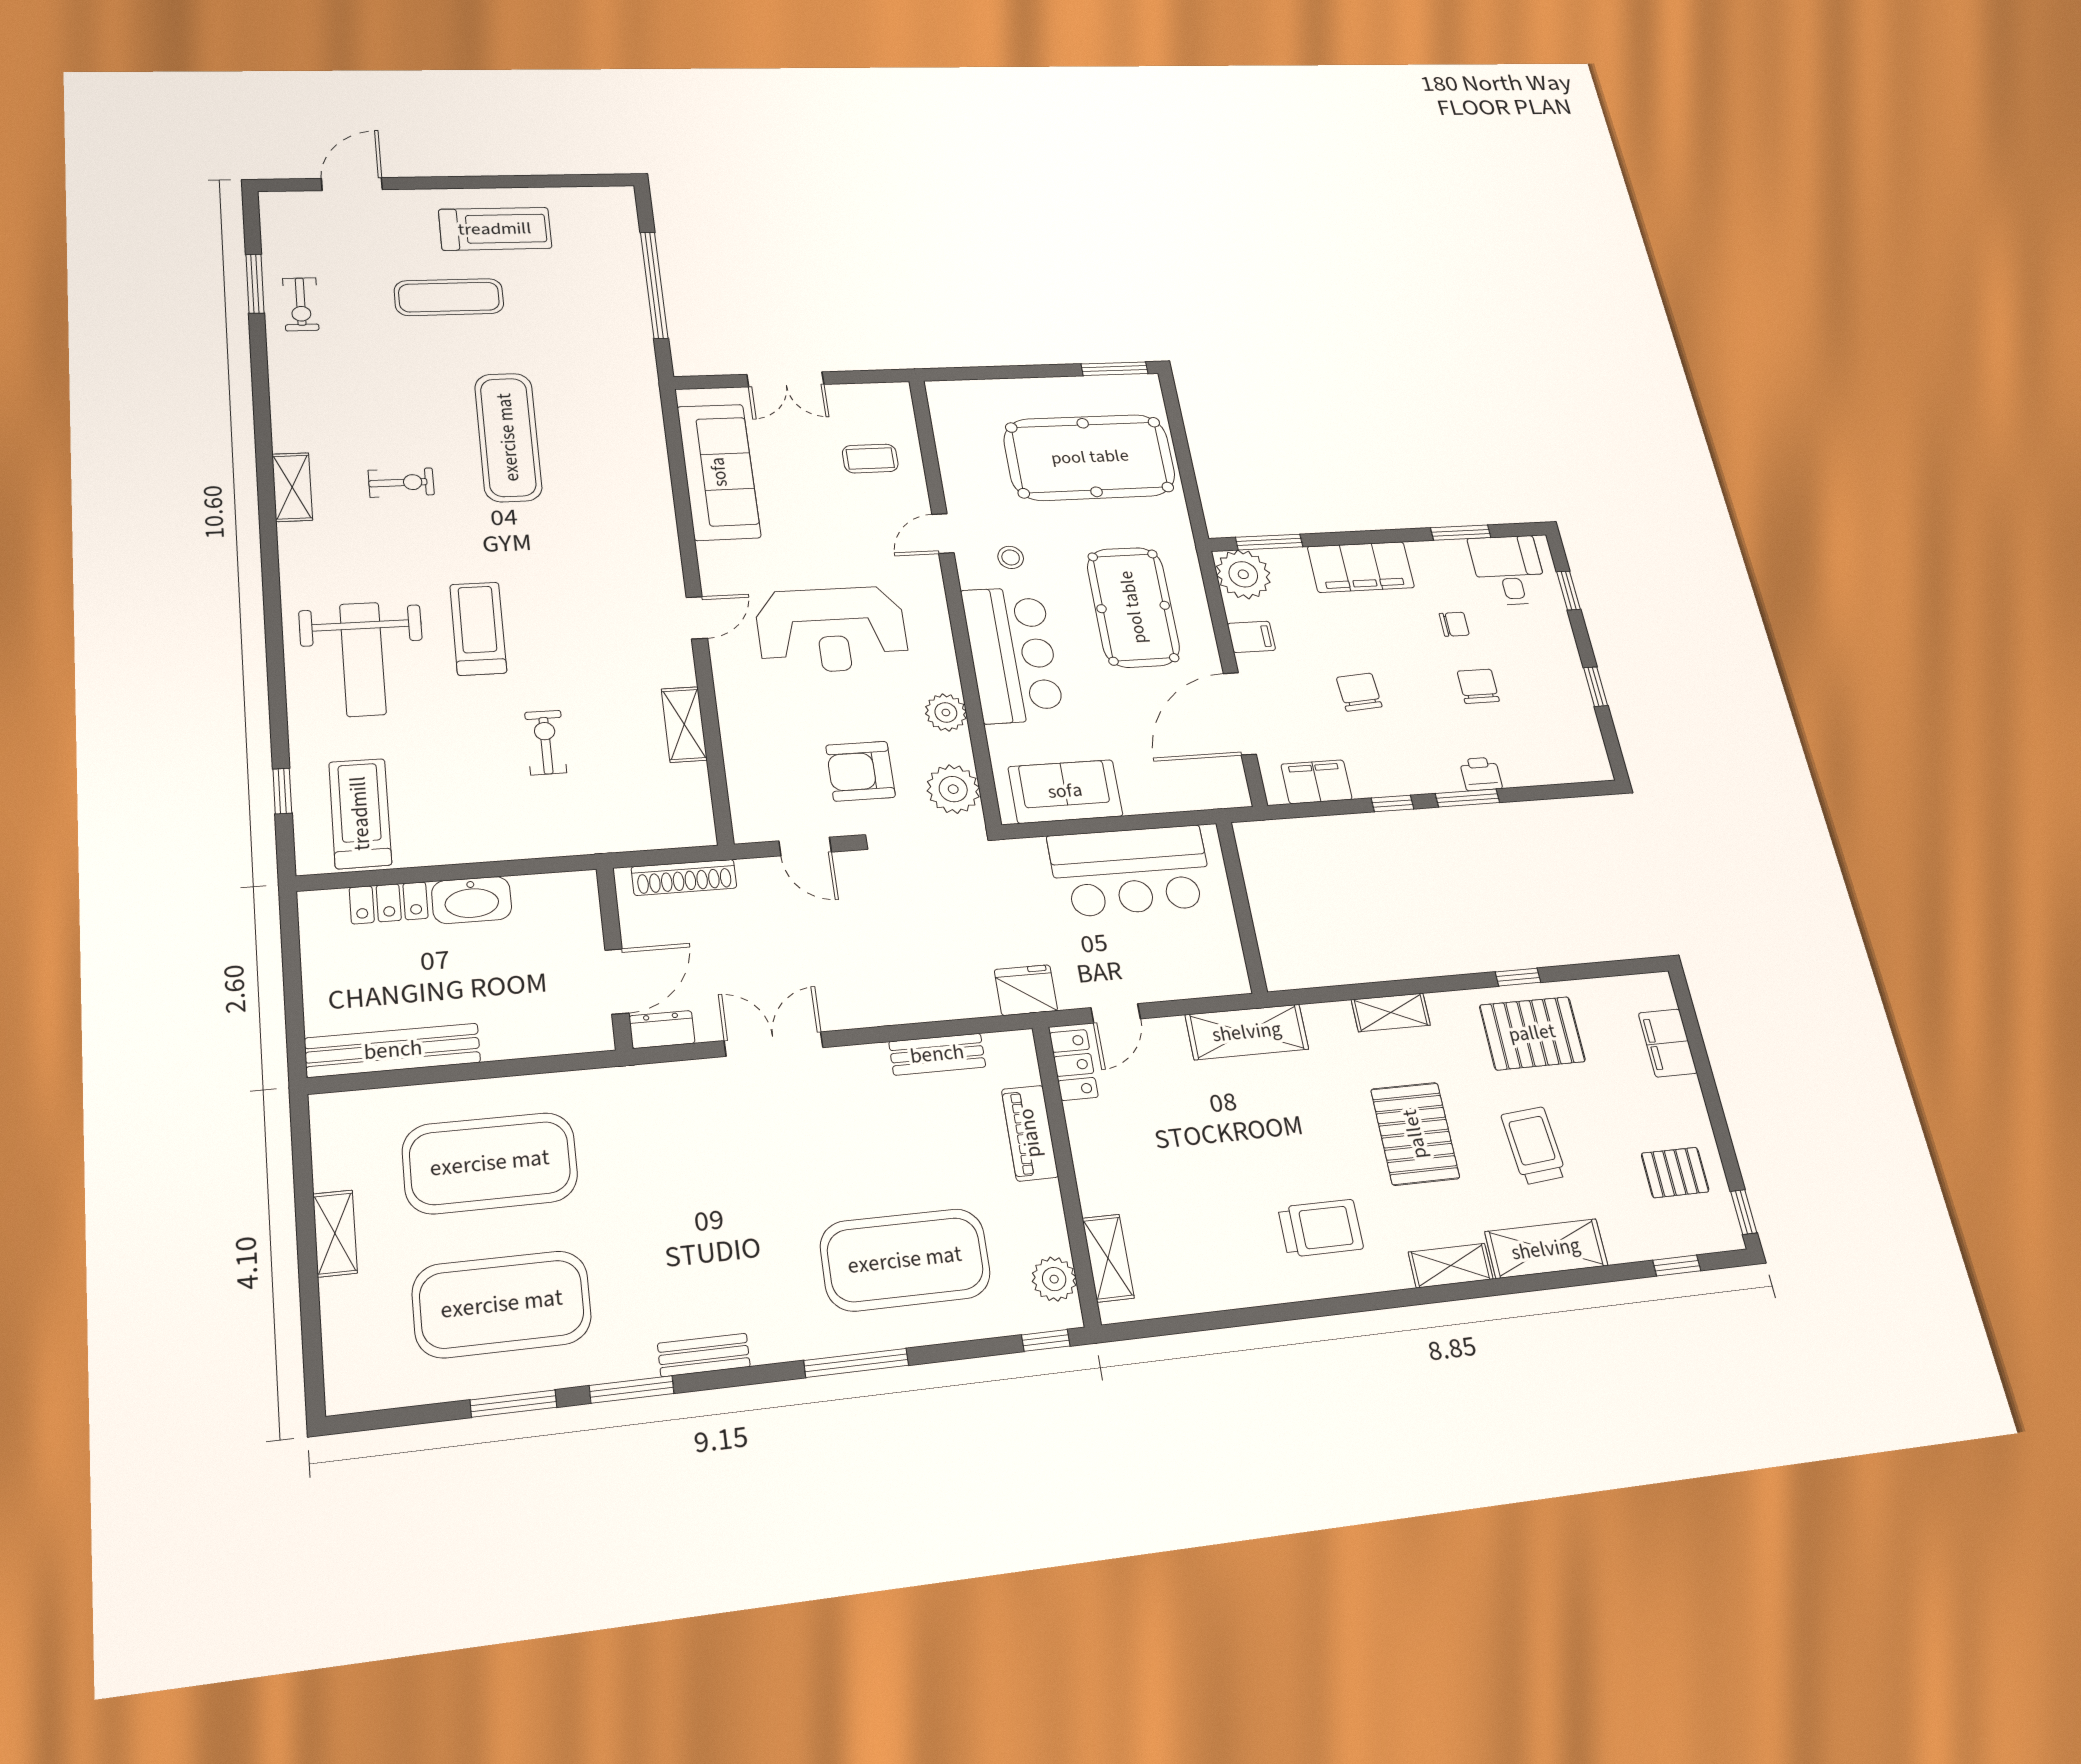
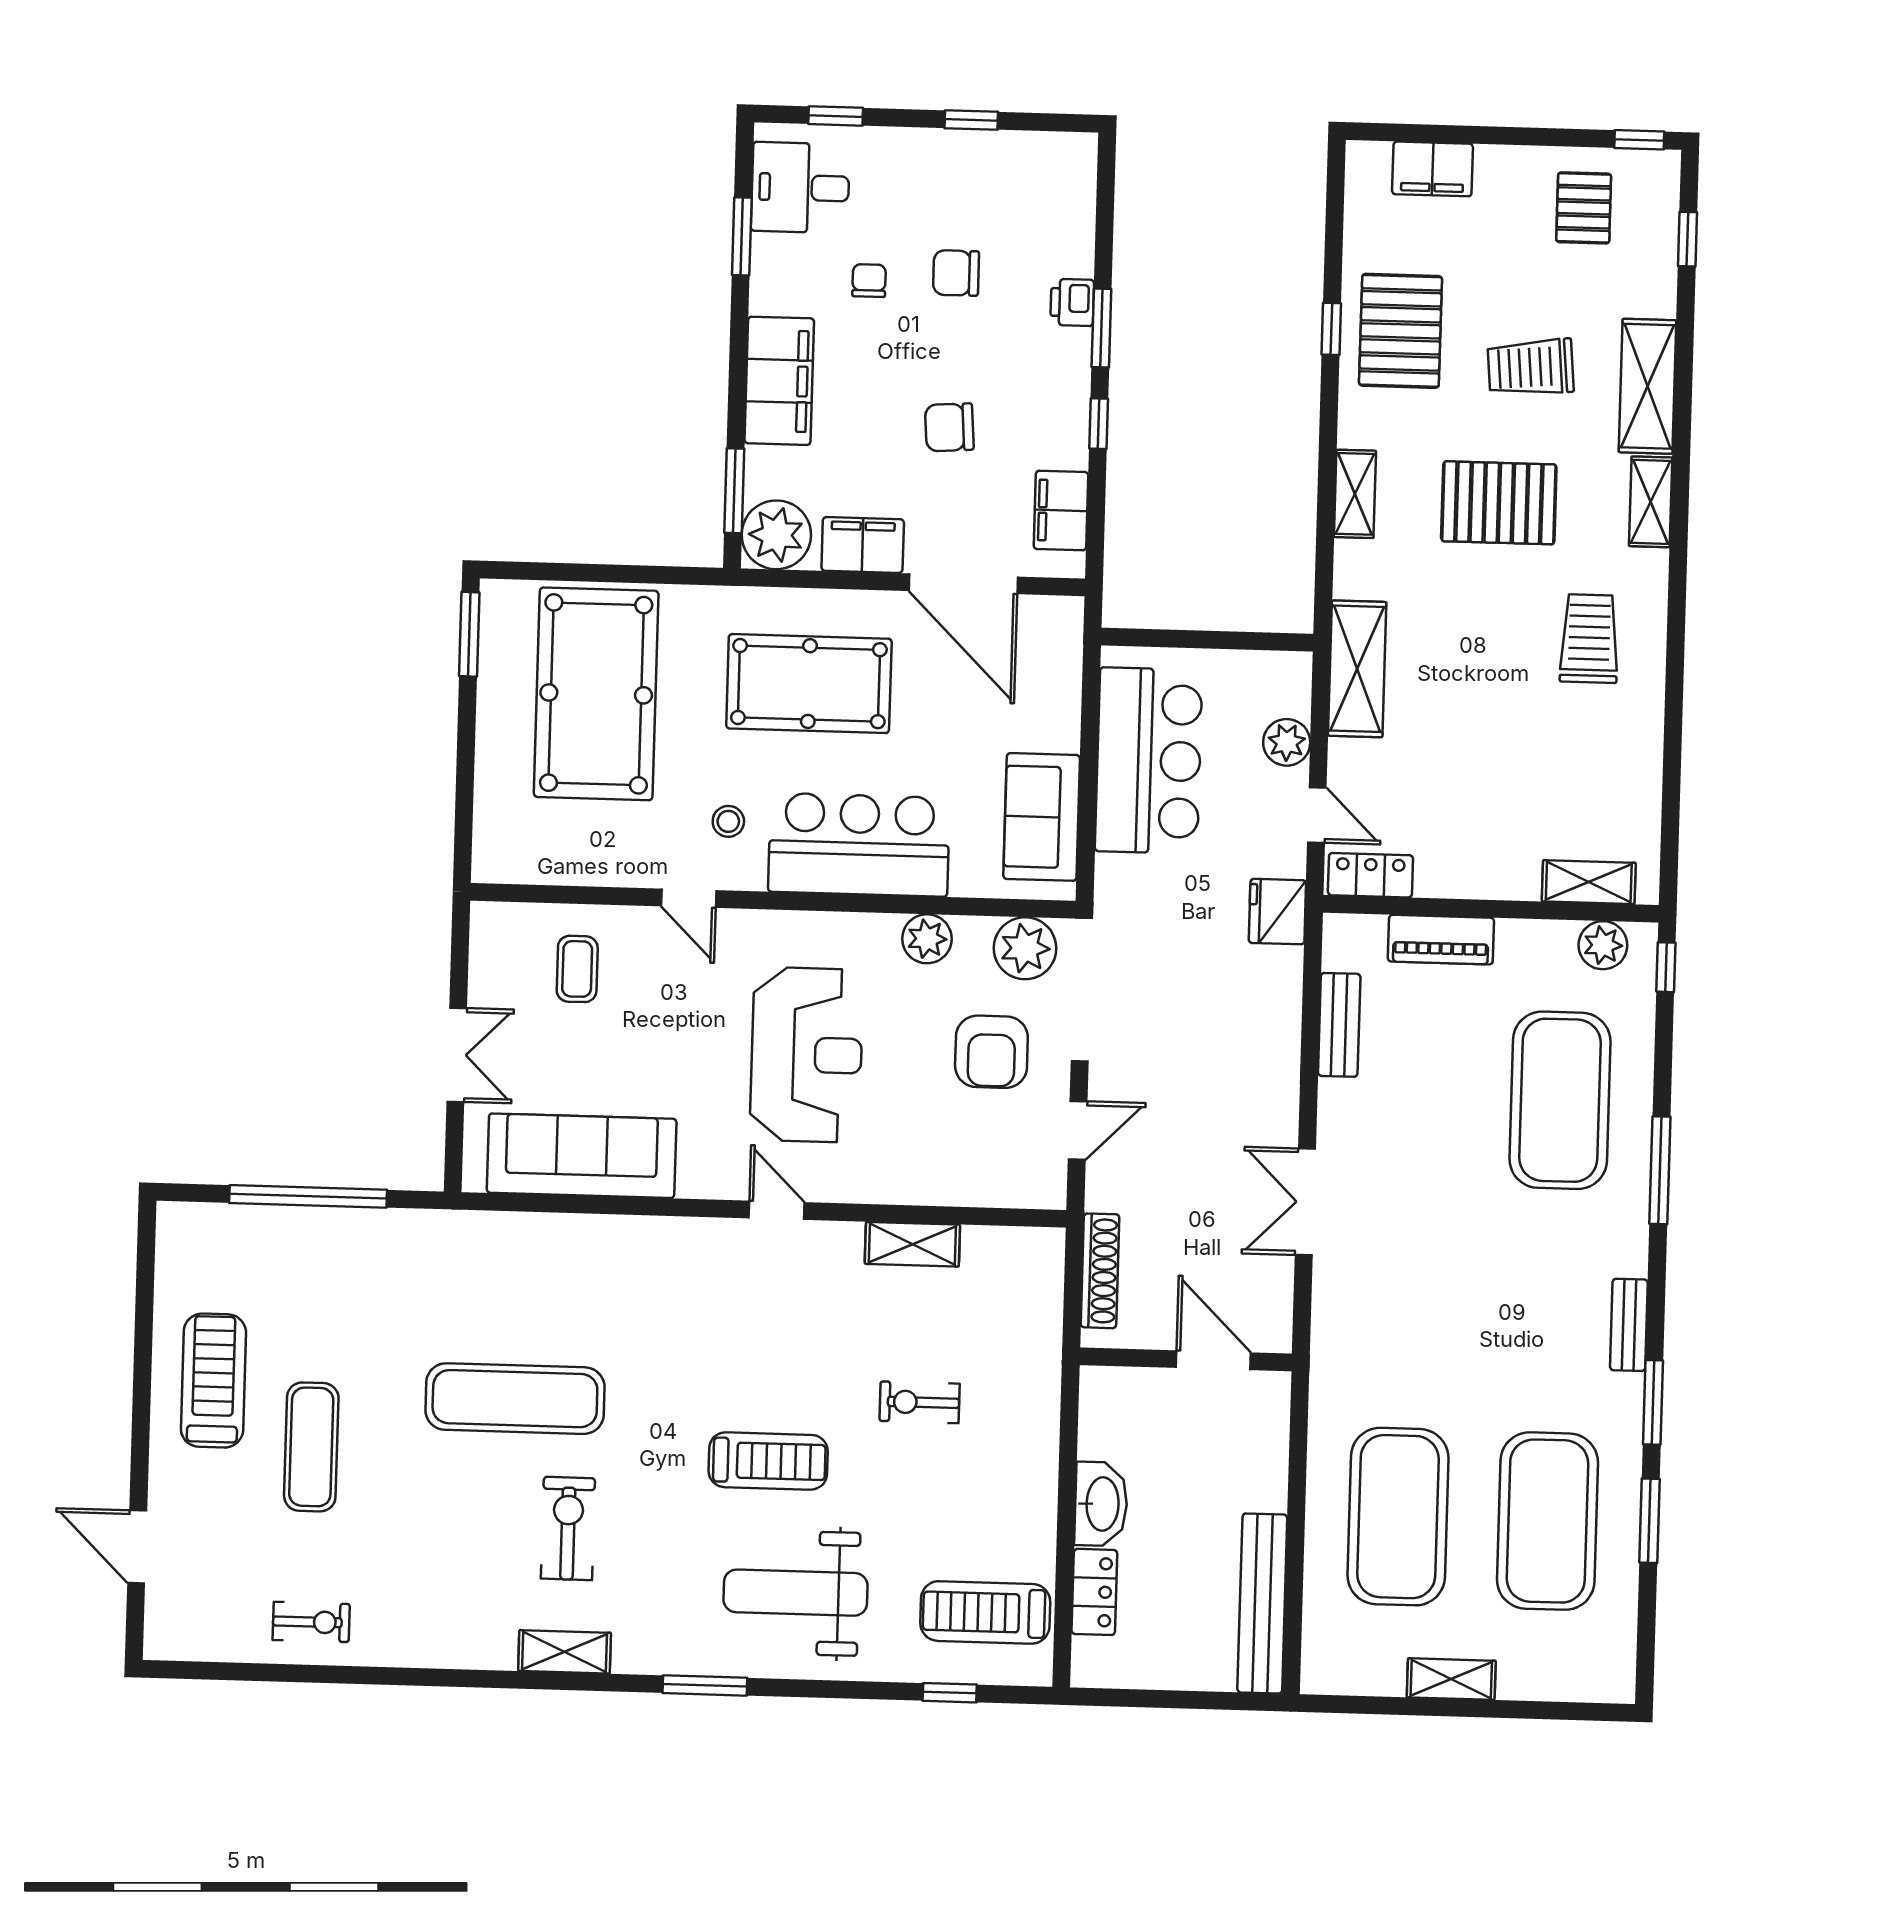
window: (255, 284) -> (705, 1685), moved
exercise bike: (401, 483) -> (568, 1528), width x1.38, depth x1.39
treadmill: (478, 629) -> (768, 1461), turned 180
filing cabinet: (1251, 637) -> (863, 545), width x2.00
weight bench: (363, 659) -> (795, 1593), turned 180
plant: (1172, 981) -> (1287, 742), added
dresser: (662, 1030) -> (1274, 1319), removed

